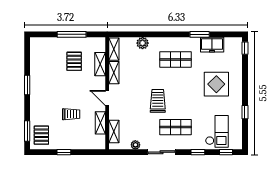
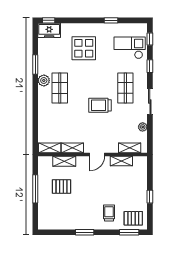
plant: (143, 43) -> (44, 80), moved
freezer: (212, 45) -> (49, 30), moved, turned 90
trolley: (71, 114) -> (109, 213), moved

